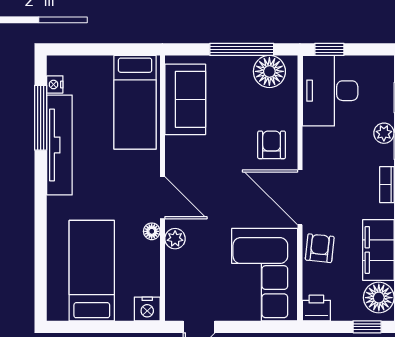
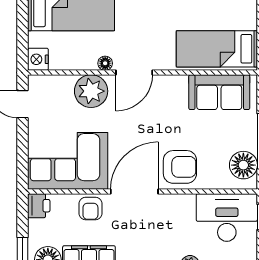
armchair: (272, 145) -> (180, 167), width x1.38, depth x1.38
plant: (175, 239) -> (91, 91), width x1.87, depth x1.87
armchair: (320, 248) -> (90, 209), turned 84

